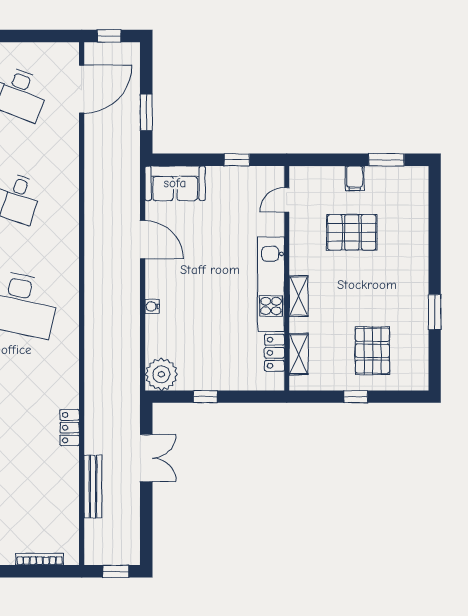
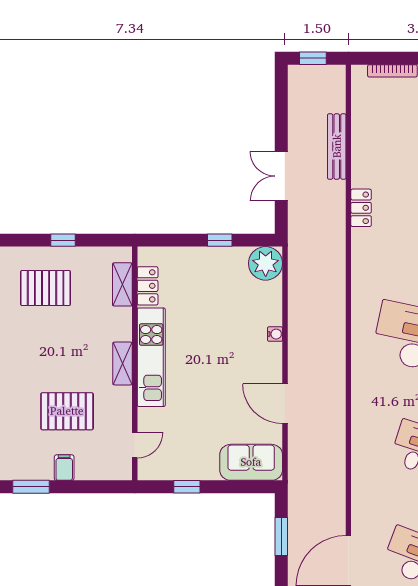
shelving: (299, 296) -> (123, 363), moved
pallet: (372, 351) -> (46, 288), turned 90

